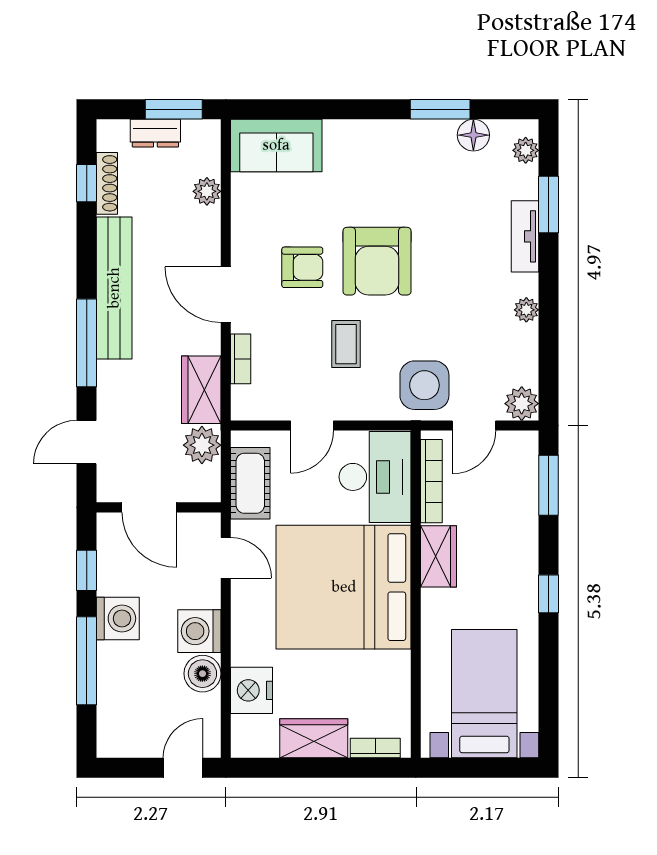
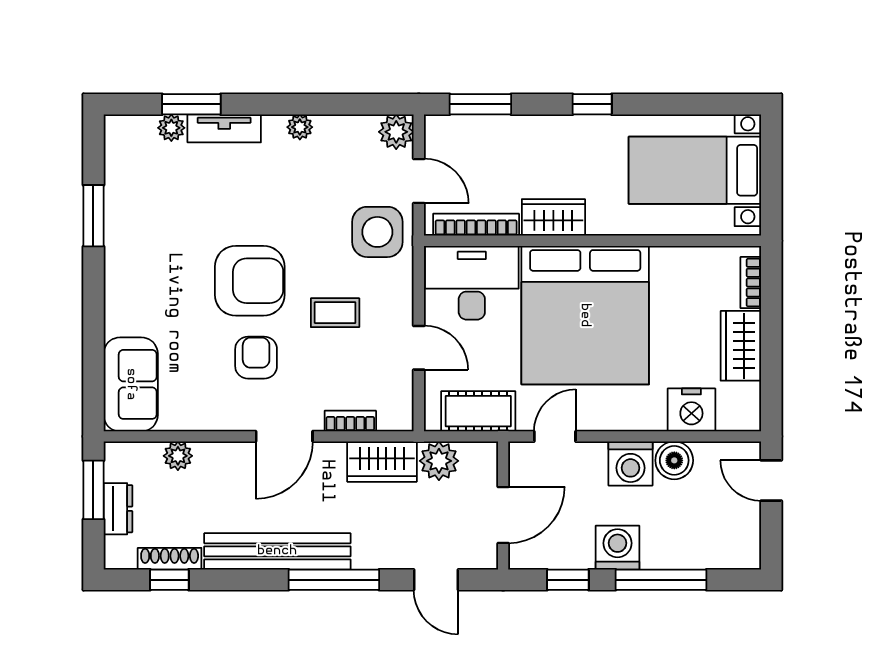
floor lamp: (473, 135) -> (120, 182), removed
plant: (526, 150) -> (171, 128), moved

